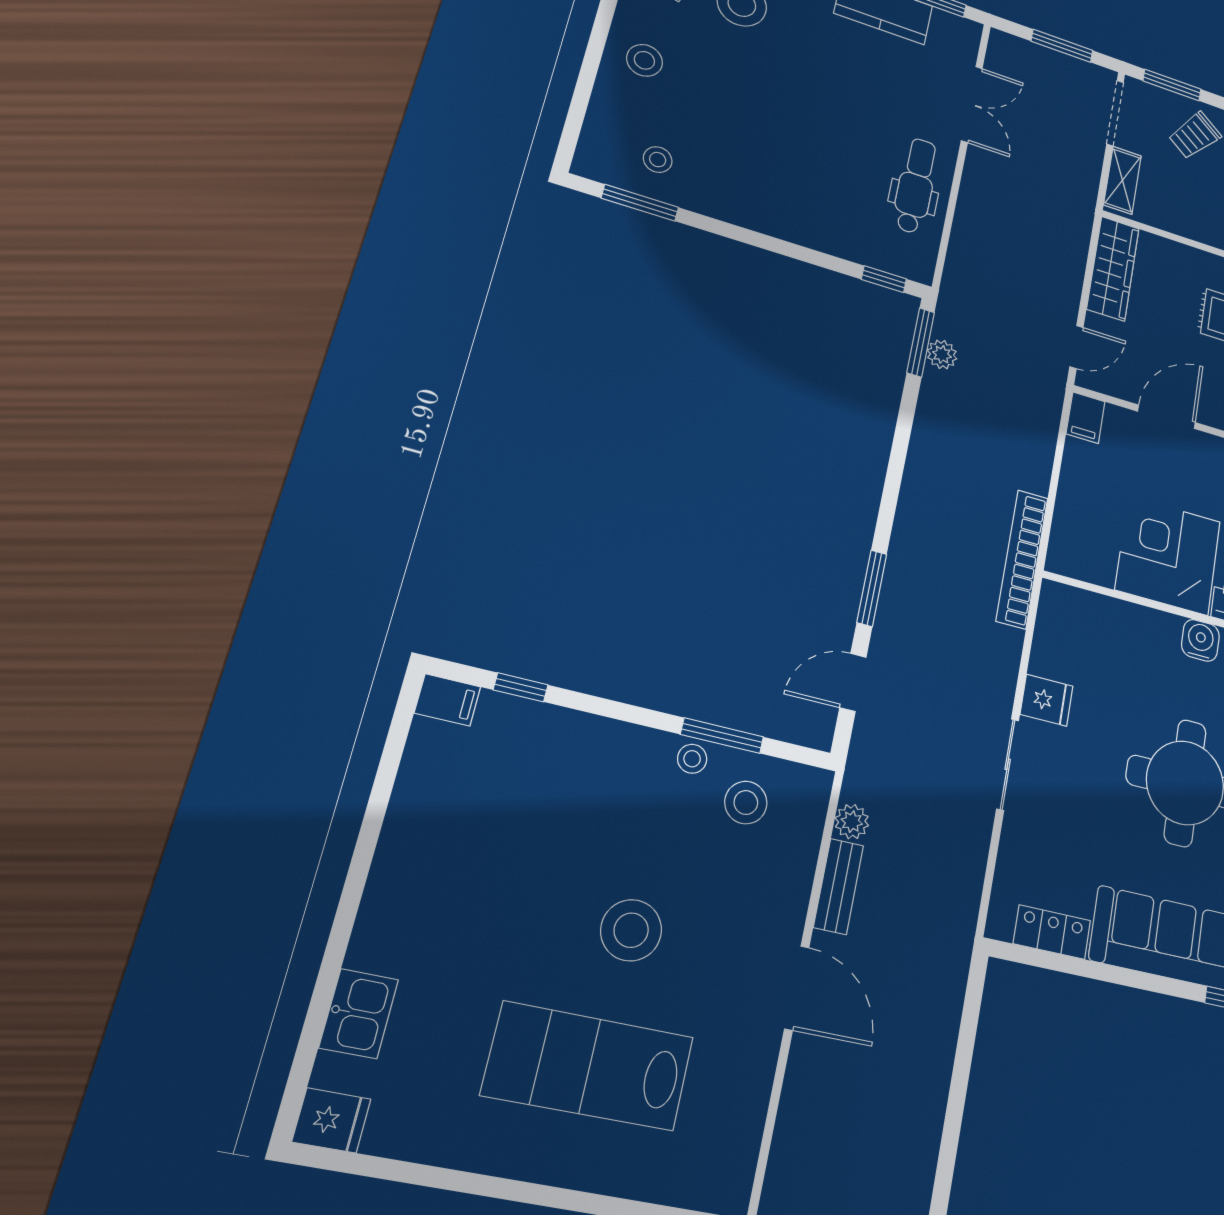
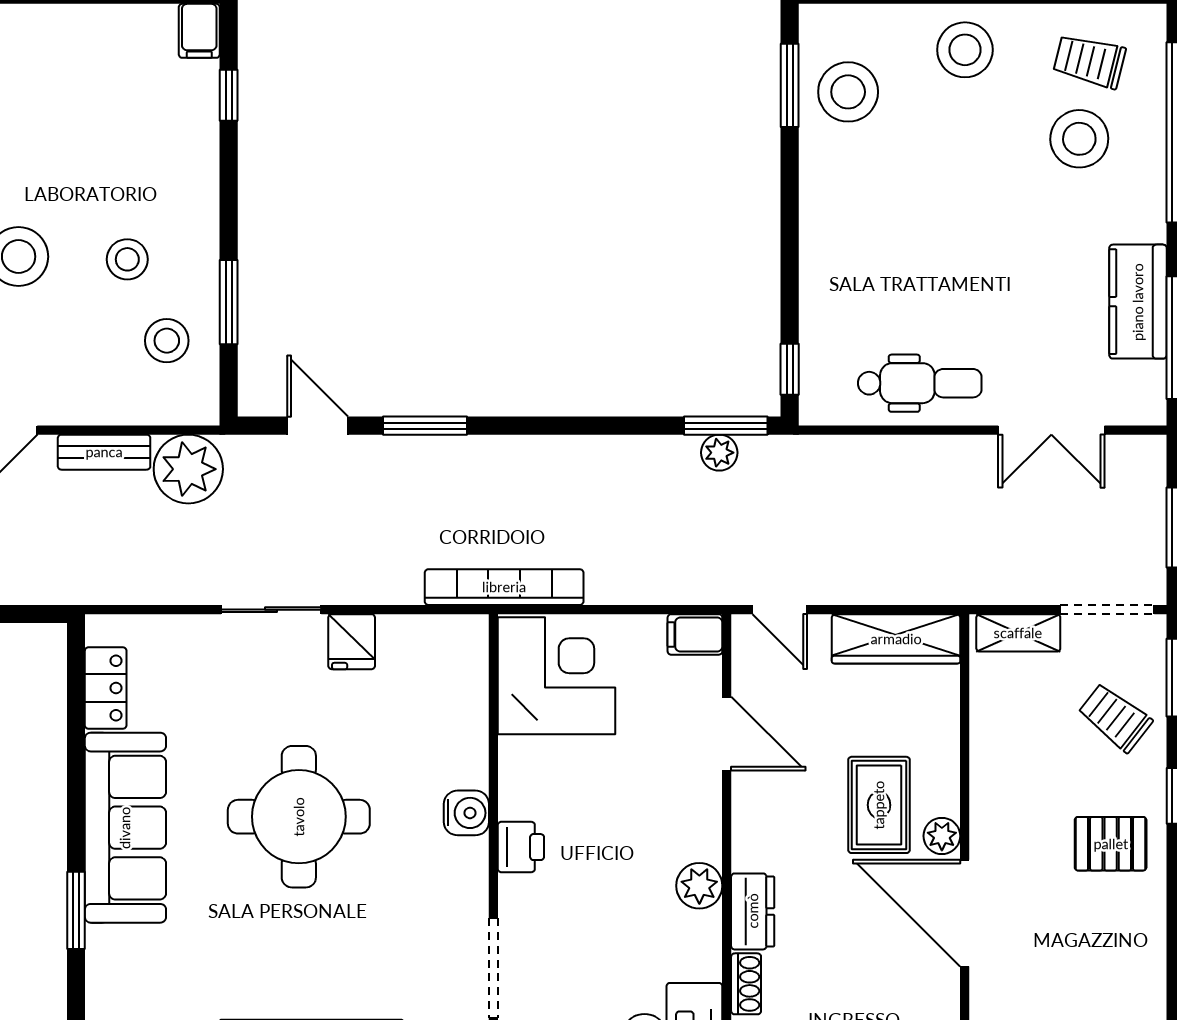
stool: (644, 60) -> (965, 50), width x1.38, depth x1.38
stool: (658, 160) -> (848, 92), width x1.89, depth x1.89
corner desk: (1168, 556) -> (557, 676), moved
stool: (692, 759) -> (127, 259), moved, width x1.37, depth x1.37
plant: (852, 822) -> (188, 469), width x1.88, depth x1.88

